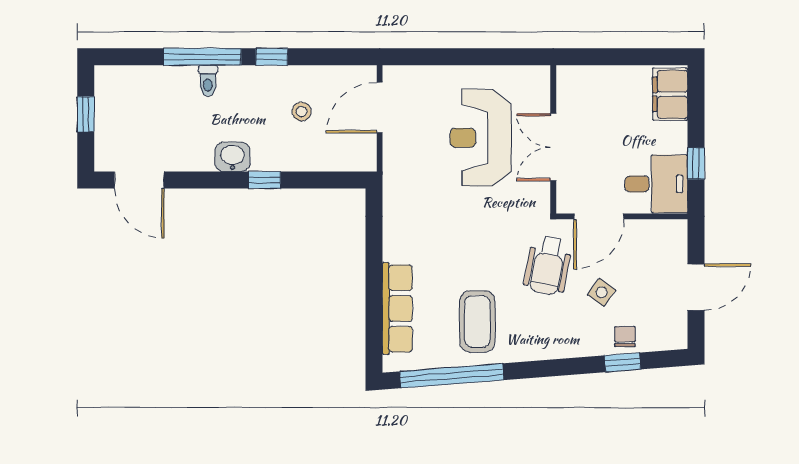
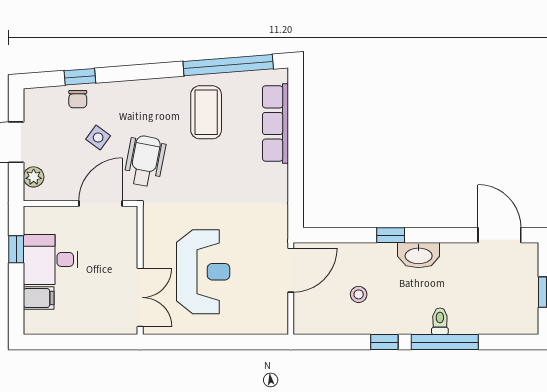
filing cabinet: (670, 94) -> (39, 298), width x0.50
door: (380, 108) -> (291, 270), moved
double door: (553, 147) -> (140, 297), moved
washbasin: (232, 157) -> (419, 255), width x1.38
desk: (656, 184) -> (51, 259), moved
plant: (676, 247) -> (34, 177), added

